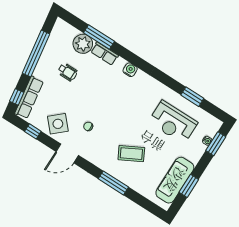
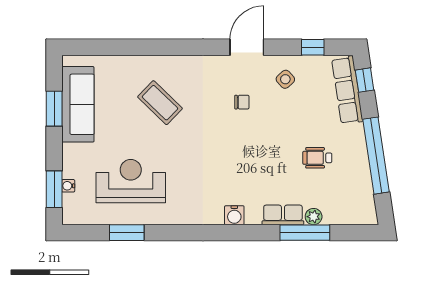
plant: (83, 44) -> (314, 217), width x0.53, depth x0.53
side table: (58, 124) -> (285, 79), width x0.54, depth x0.54
coffee table: (131, 154) -> (160, 103), turned 72
window: (113, 183) -> (159, 47), removed

